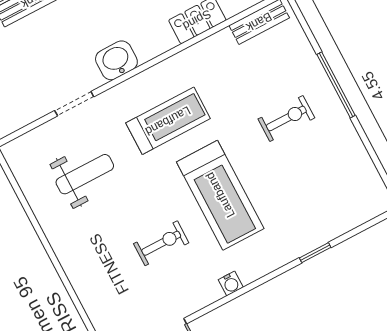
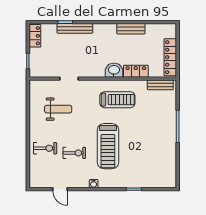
washbasin: (116, 60) -> (114, 70), moved
exercise bike: (286, 118) -> (45, 148), moved
treadmill: (168, 121) -> (117, 100), moved

